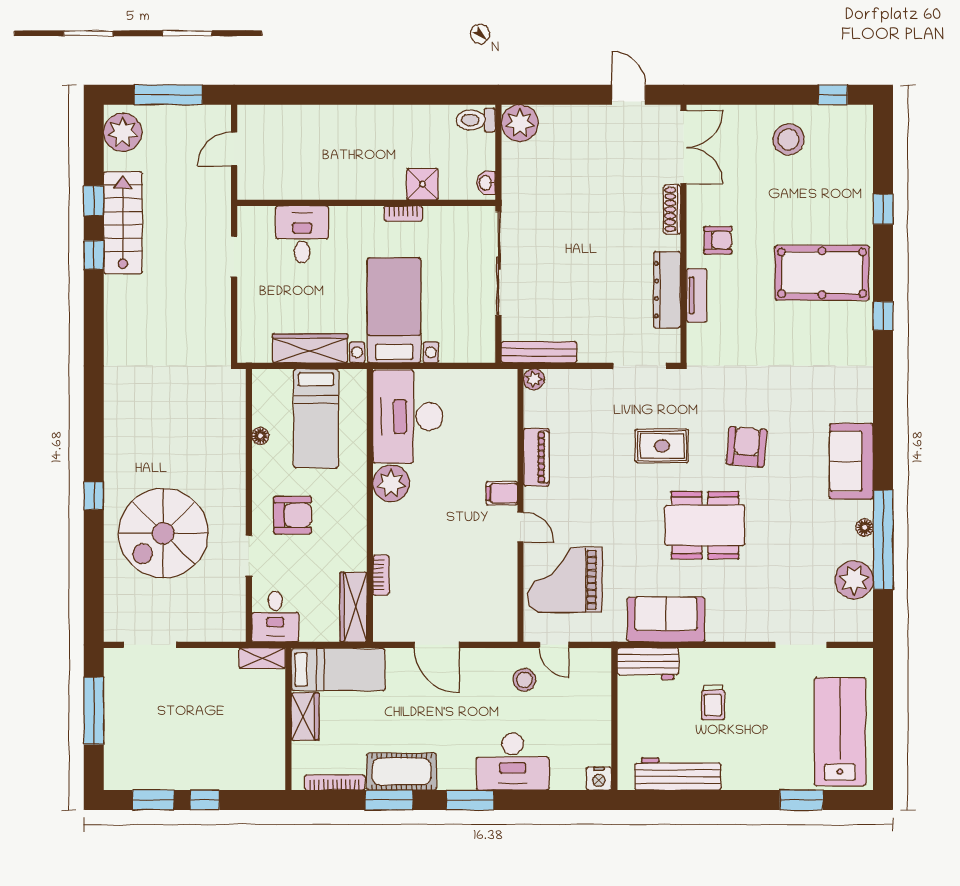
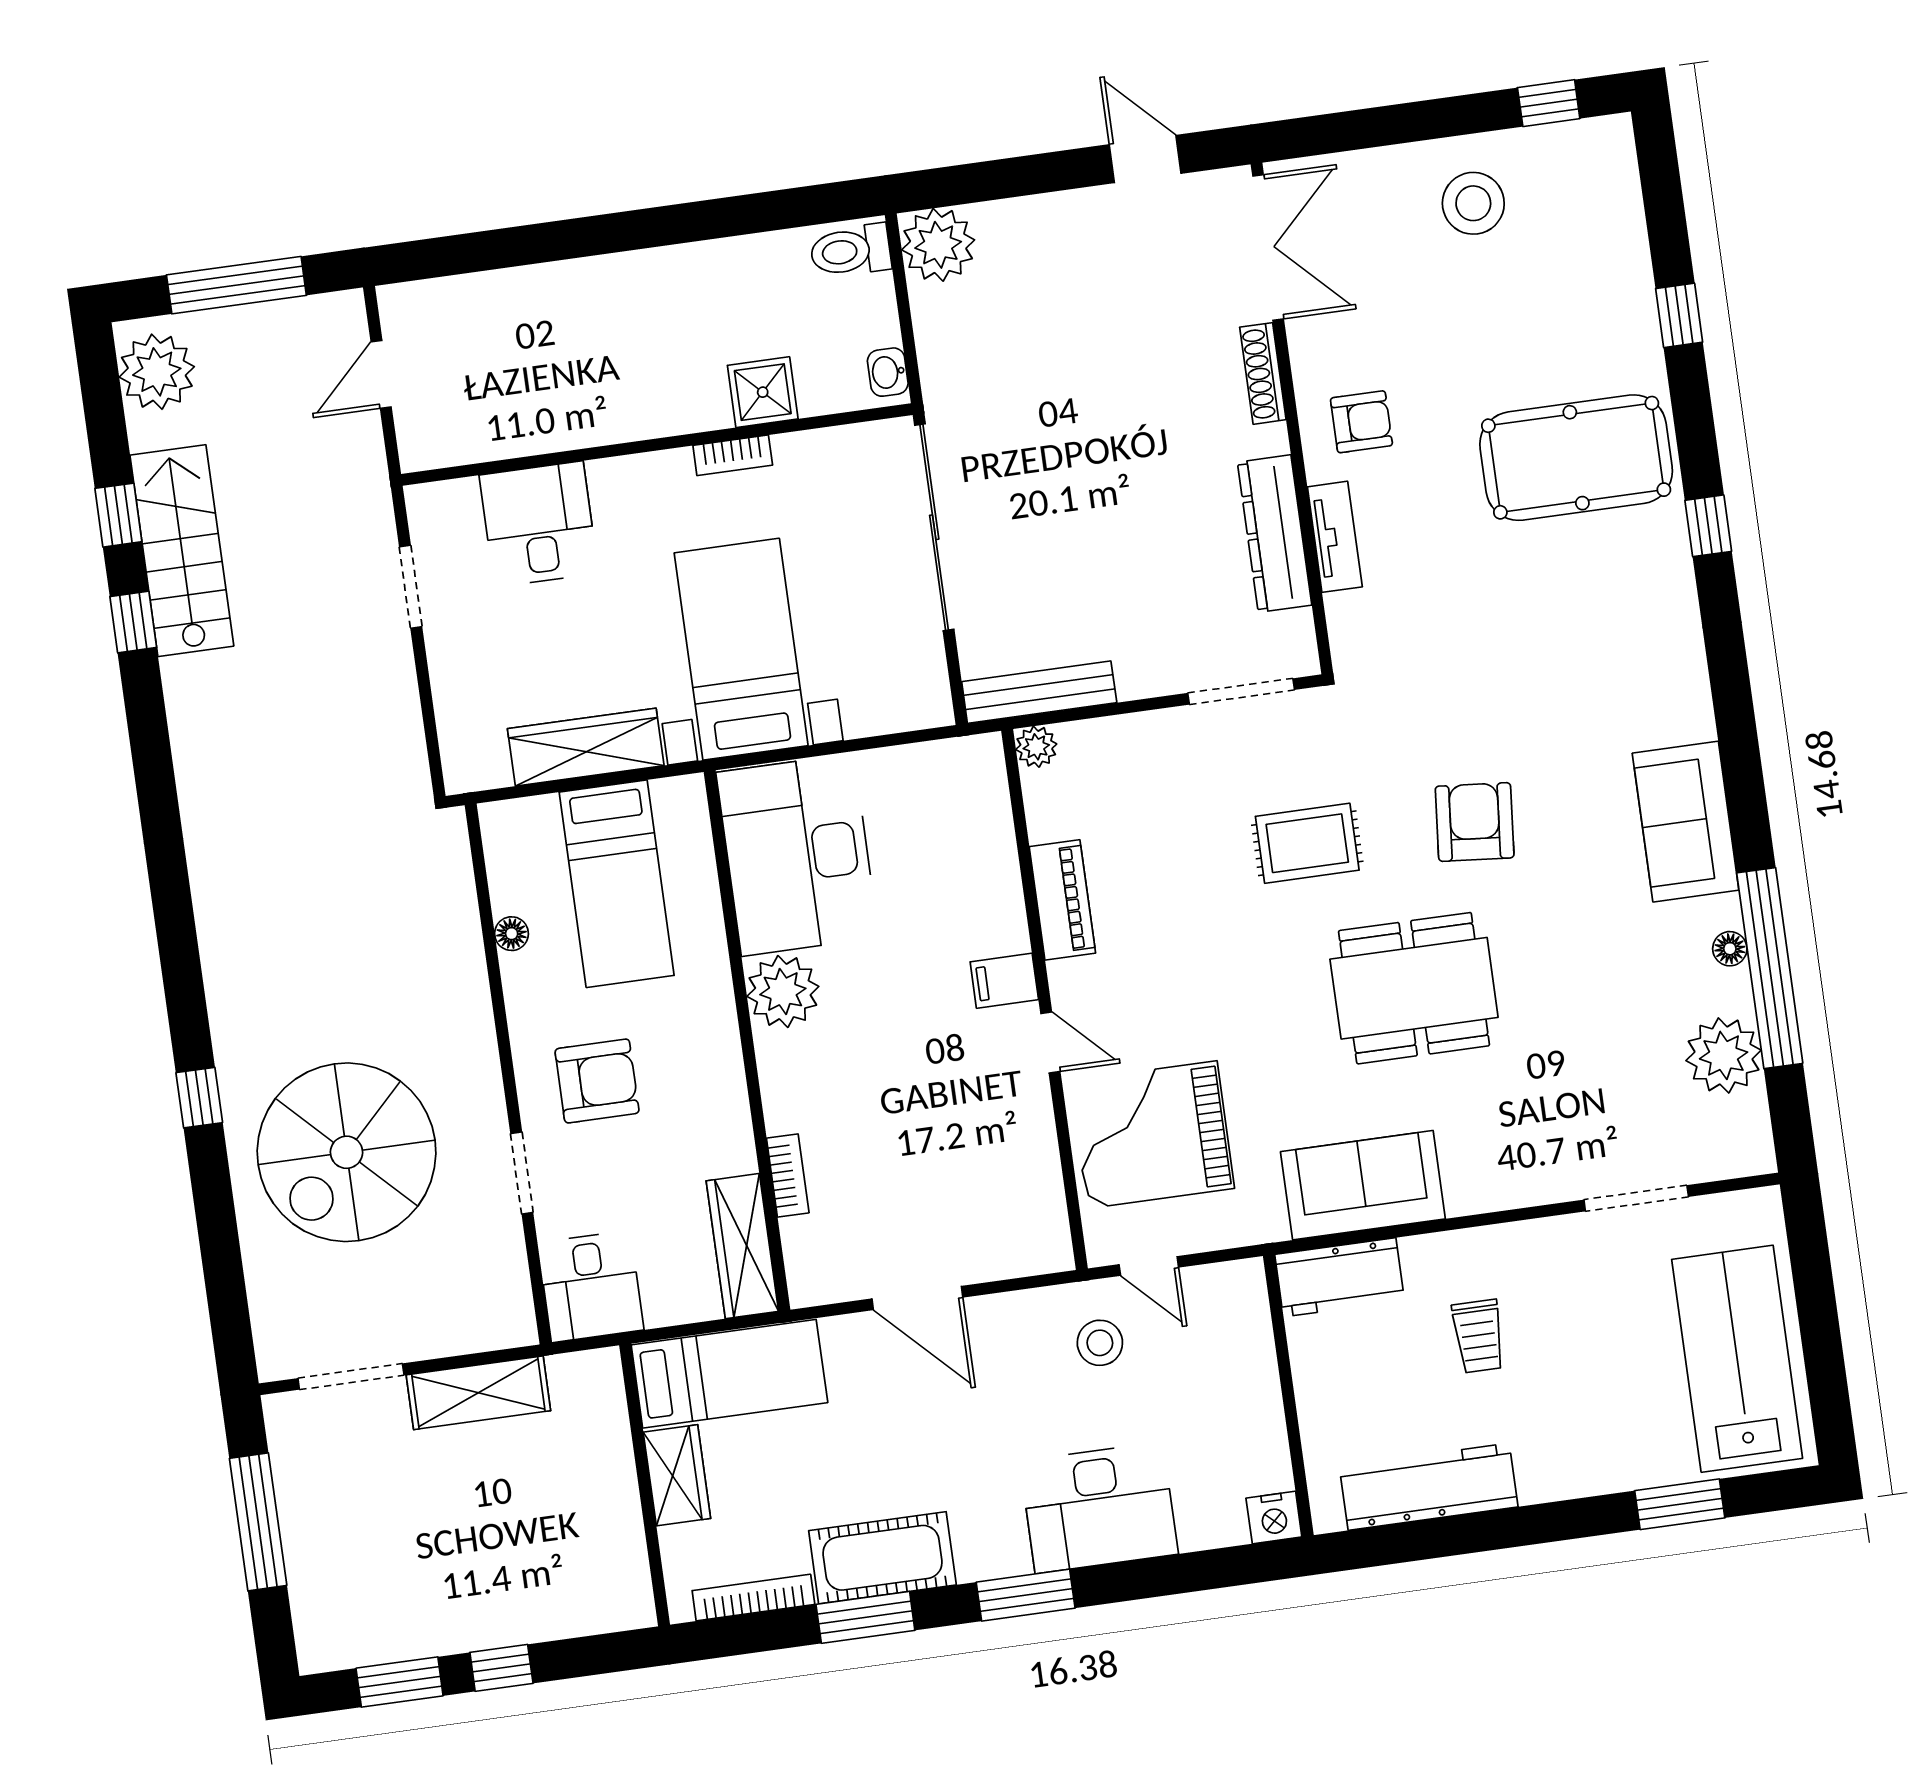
shelving: (262, 658) -> (478, 1393), moved, width x1.50, depth x1.33

